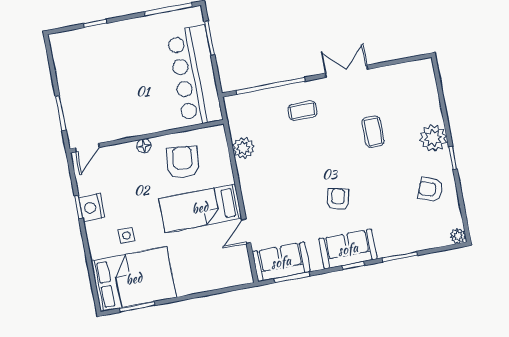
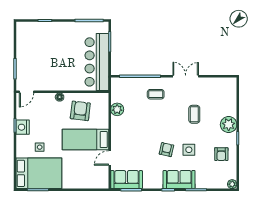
armchair: (430, 189) -> (221, 154), turned -111
side table: (375, 192) -> (189, 150), added
sofa: (348, 249) -> (179, 180), moved

